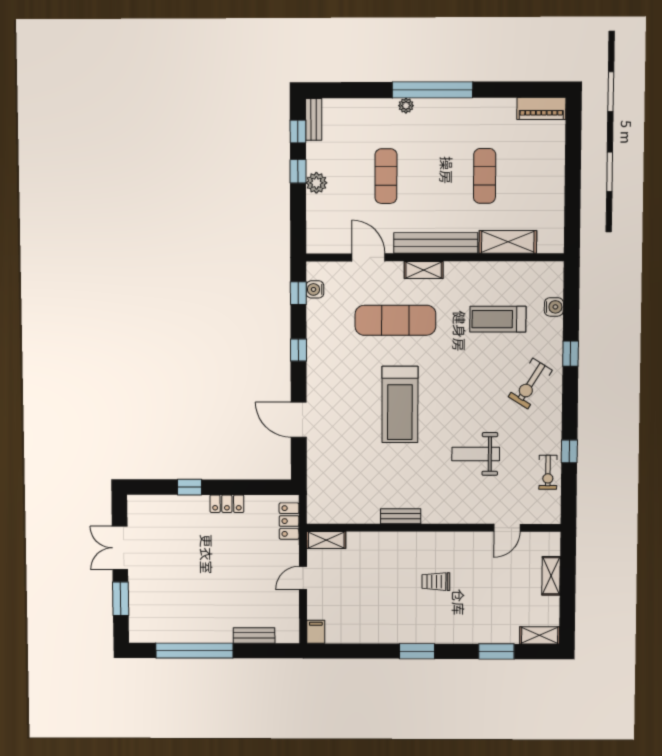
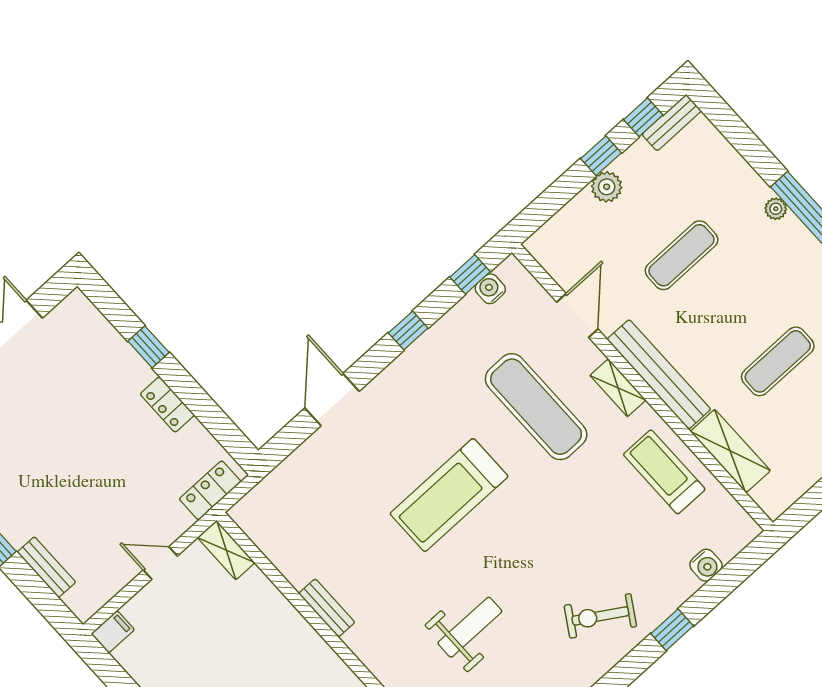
treadmill: (498, 319) -> (664, 472), moved
weight bench: (476, 454) -> (470, 627), turned 90

